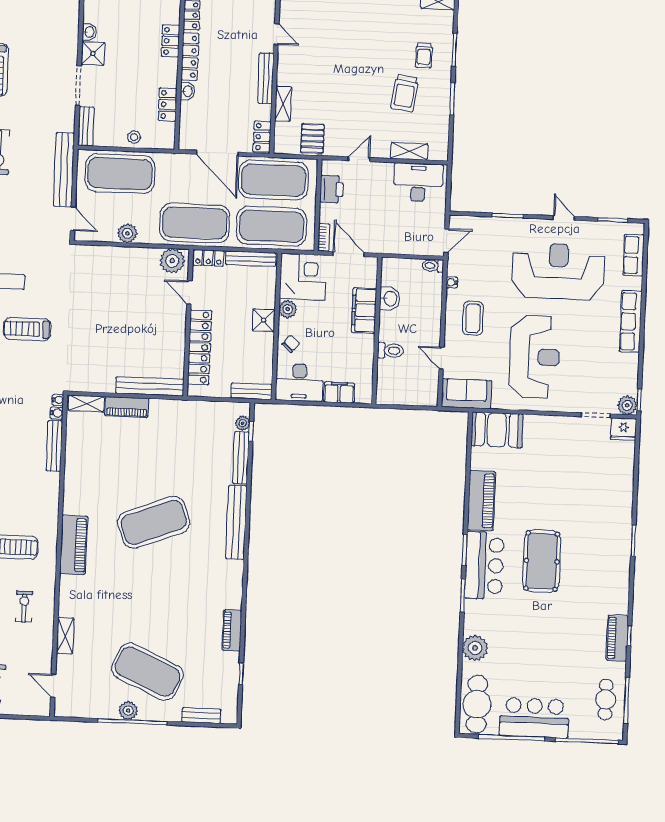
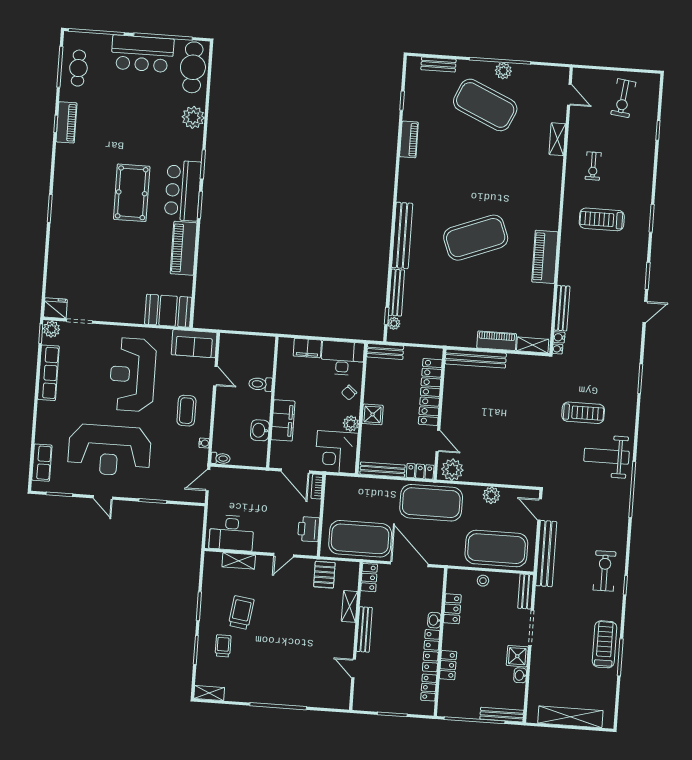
exercise mat: (272, 226) -> (363, 498), removed
row of seats: (631, 321) -> (48, 373), moved
piano: (74, 545) -> (545, 257), moved

